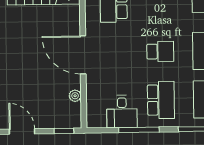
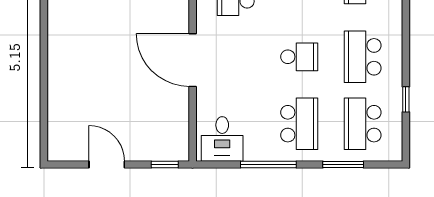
plant: (75, 96) -> (181, 116), removed
desk: (122, 112) -> (222, 139), moved

